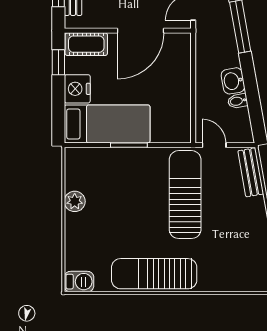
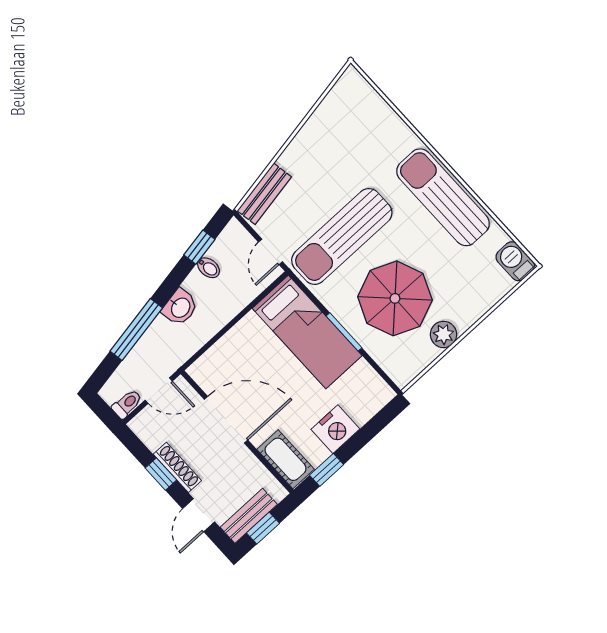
washbasin: (233, 81) -> (180, 307), moved
window: (254, 107) -> (199, 247), added
bed: (107, 124) -> (307, 332), moved, turned 180
parasol: (121, 192) -> (395, 298), added
sun lounger: (154, 274) -> (443, 197), turned 180

